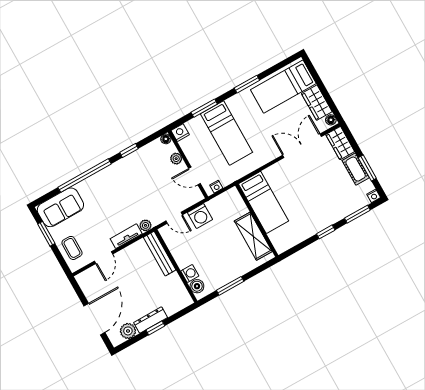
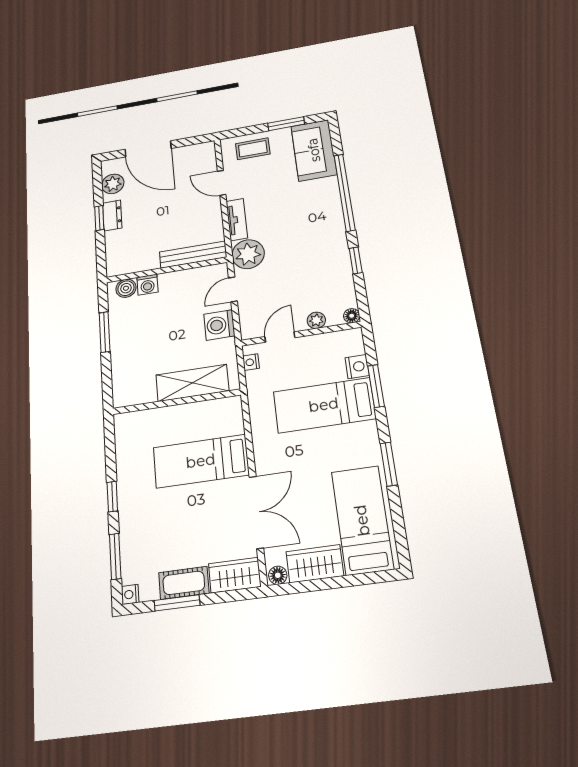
nightstand: (180, 133) -> (357, 367), moved
bed: (263, 202) -> (201, 461), moved
plant: (145, 225) -> (248, 254), width x1.88, depth x1.88
shelving: (253, 236) -> (192, 383), moved
dresser: (151, 320) -> (112, 216), width x0.70

